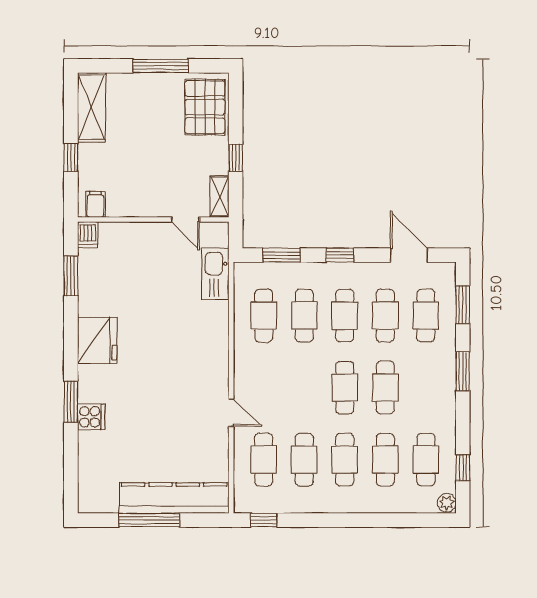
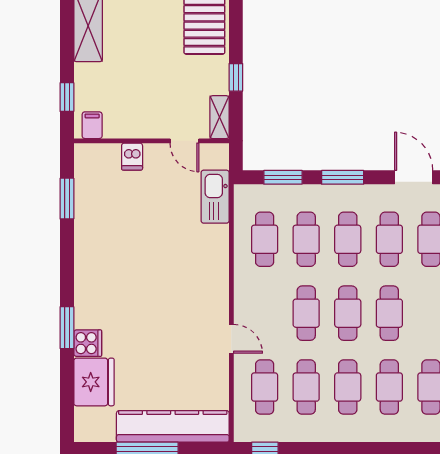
window: (71, 158) -> (67, 97), moved
dishwasher: (88, 235) -> (132, 157), moved
window: (340, 255) -> (343, 177), width x1.50
fridge: (97, 341) -> (94, 382), moved
cafe table: (304, 388) -> (306, 313), added

